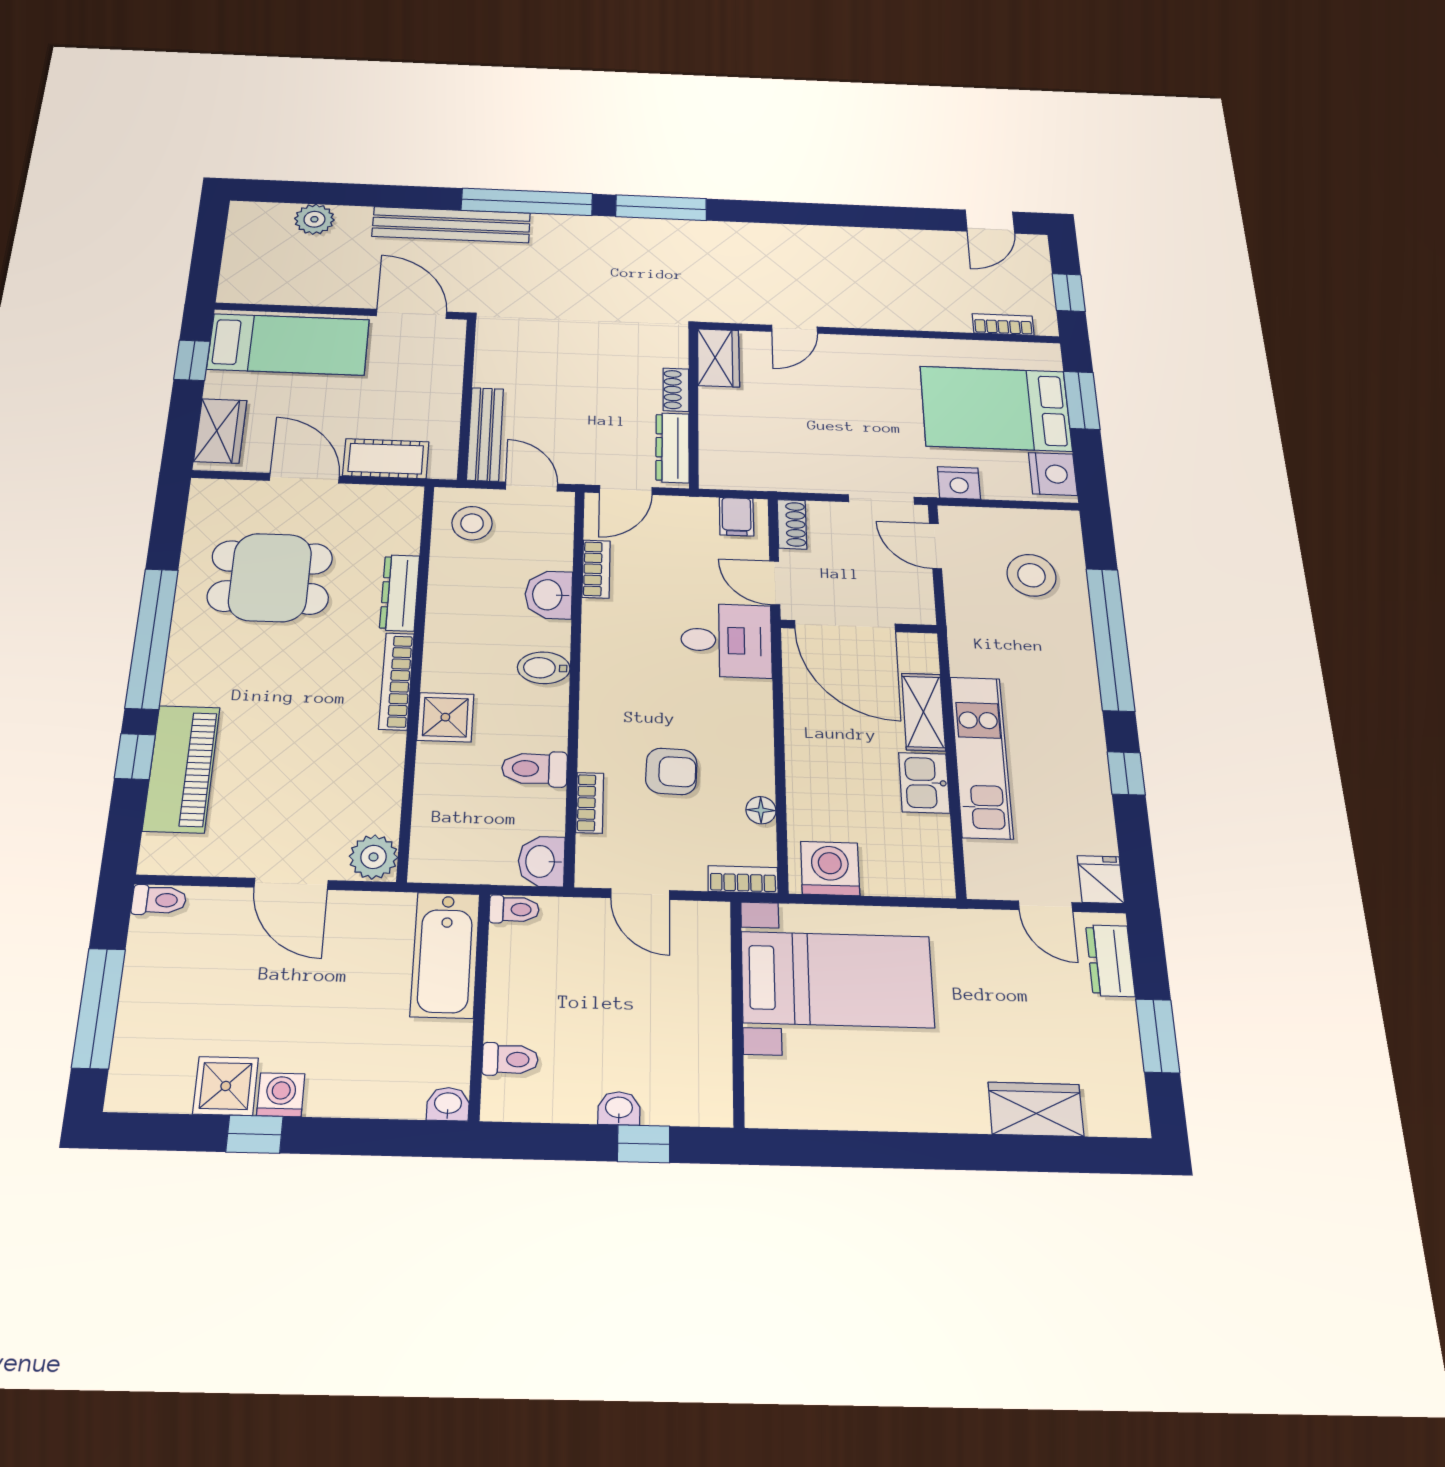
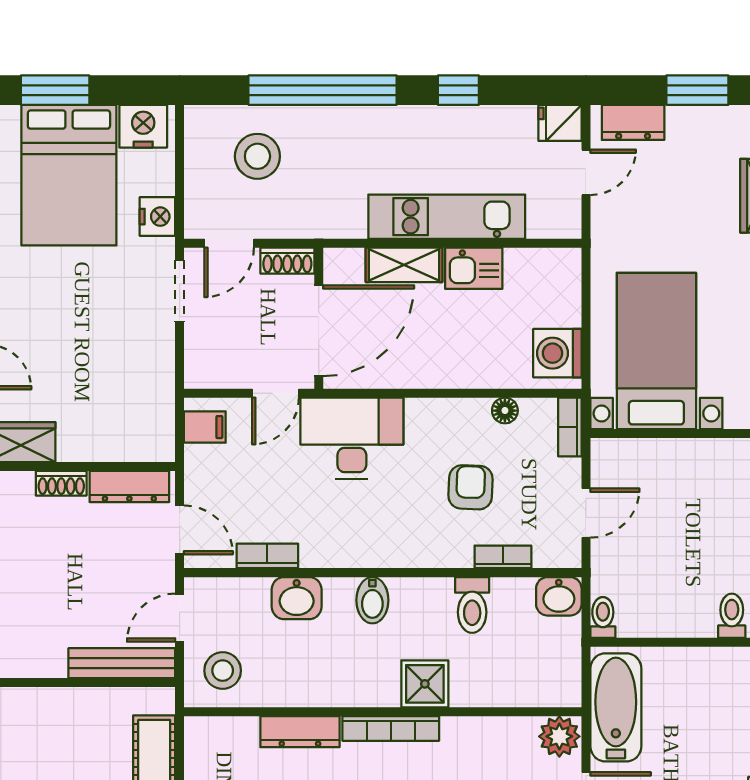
shoe rack: (792, 524) -> (287, 261), moved, turned 180
desk: (726, 640) -> (352, 438), width x1.37
bathtub: (445, 955) -> (616, 707), moved, turned -90

